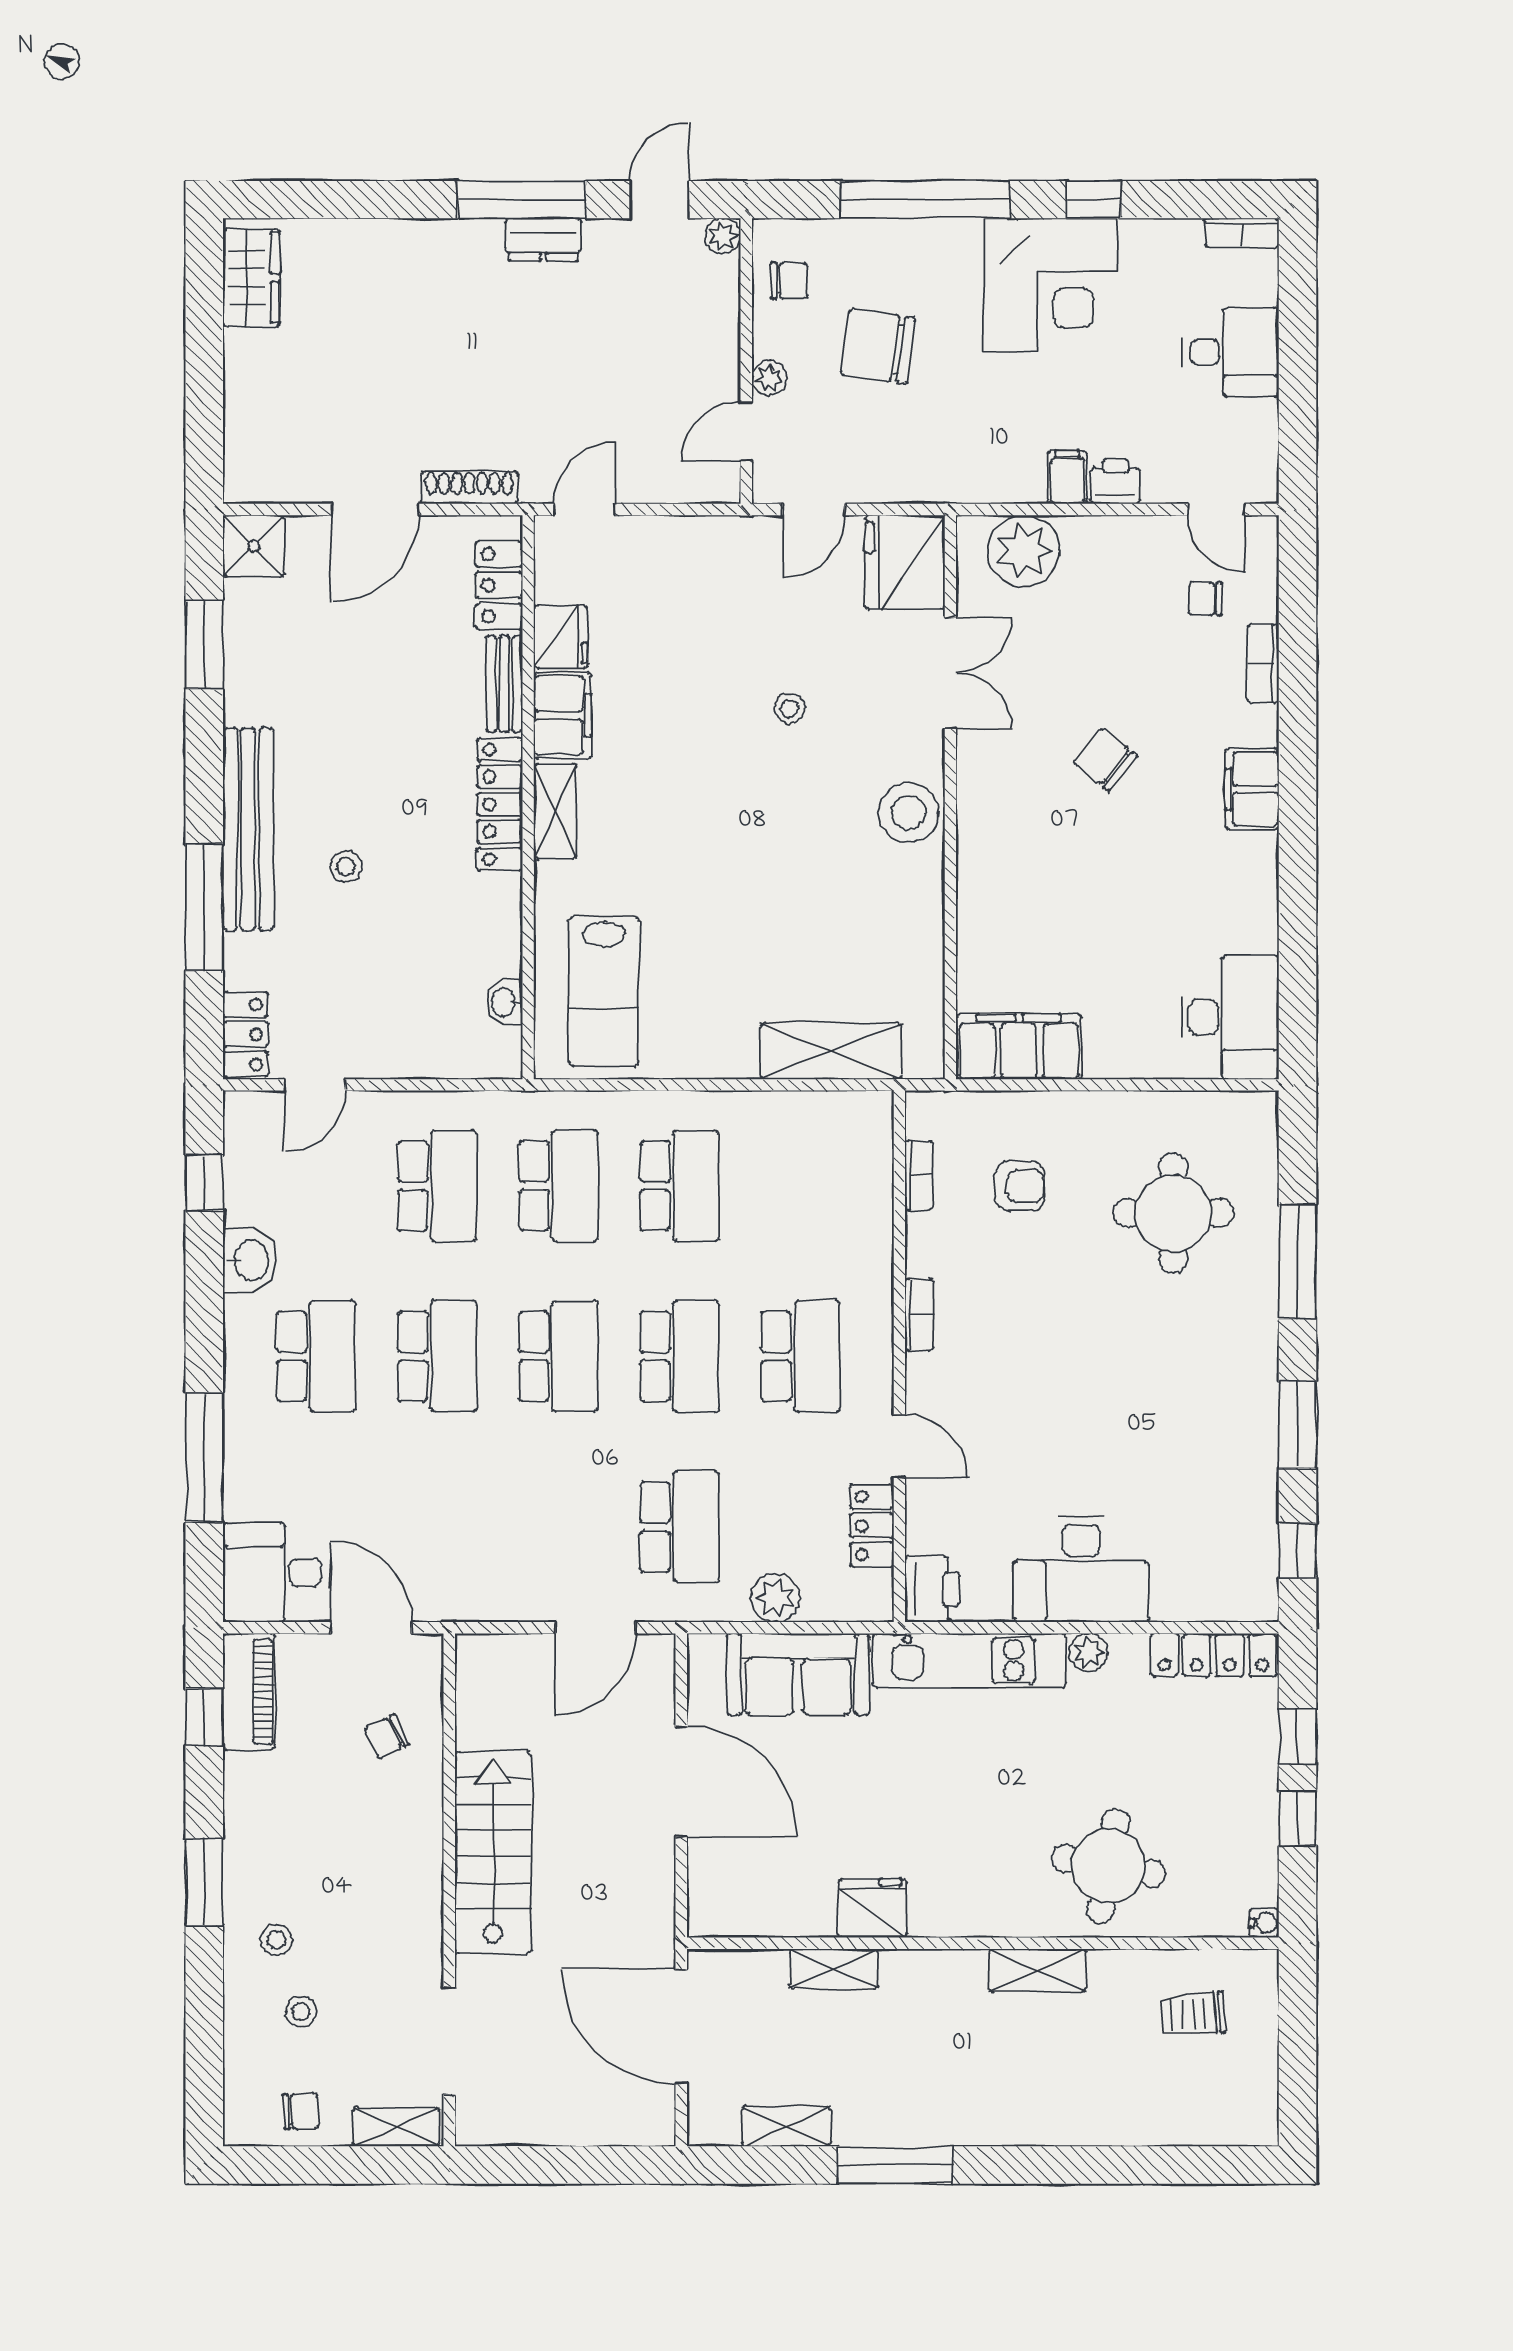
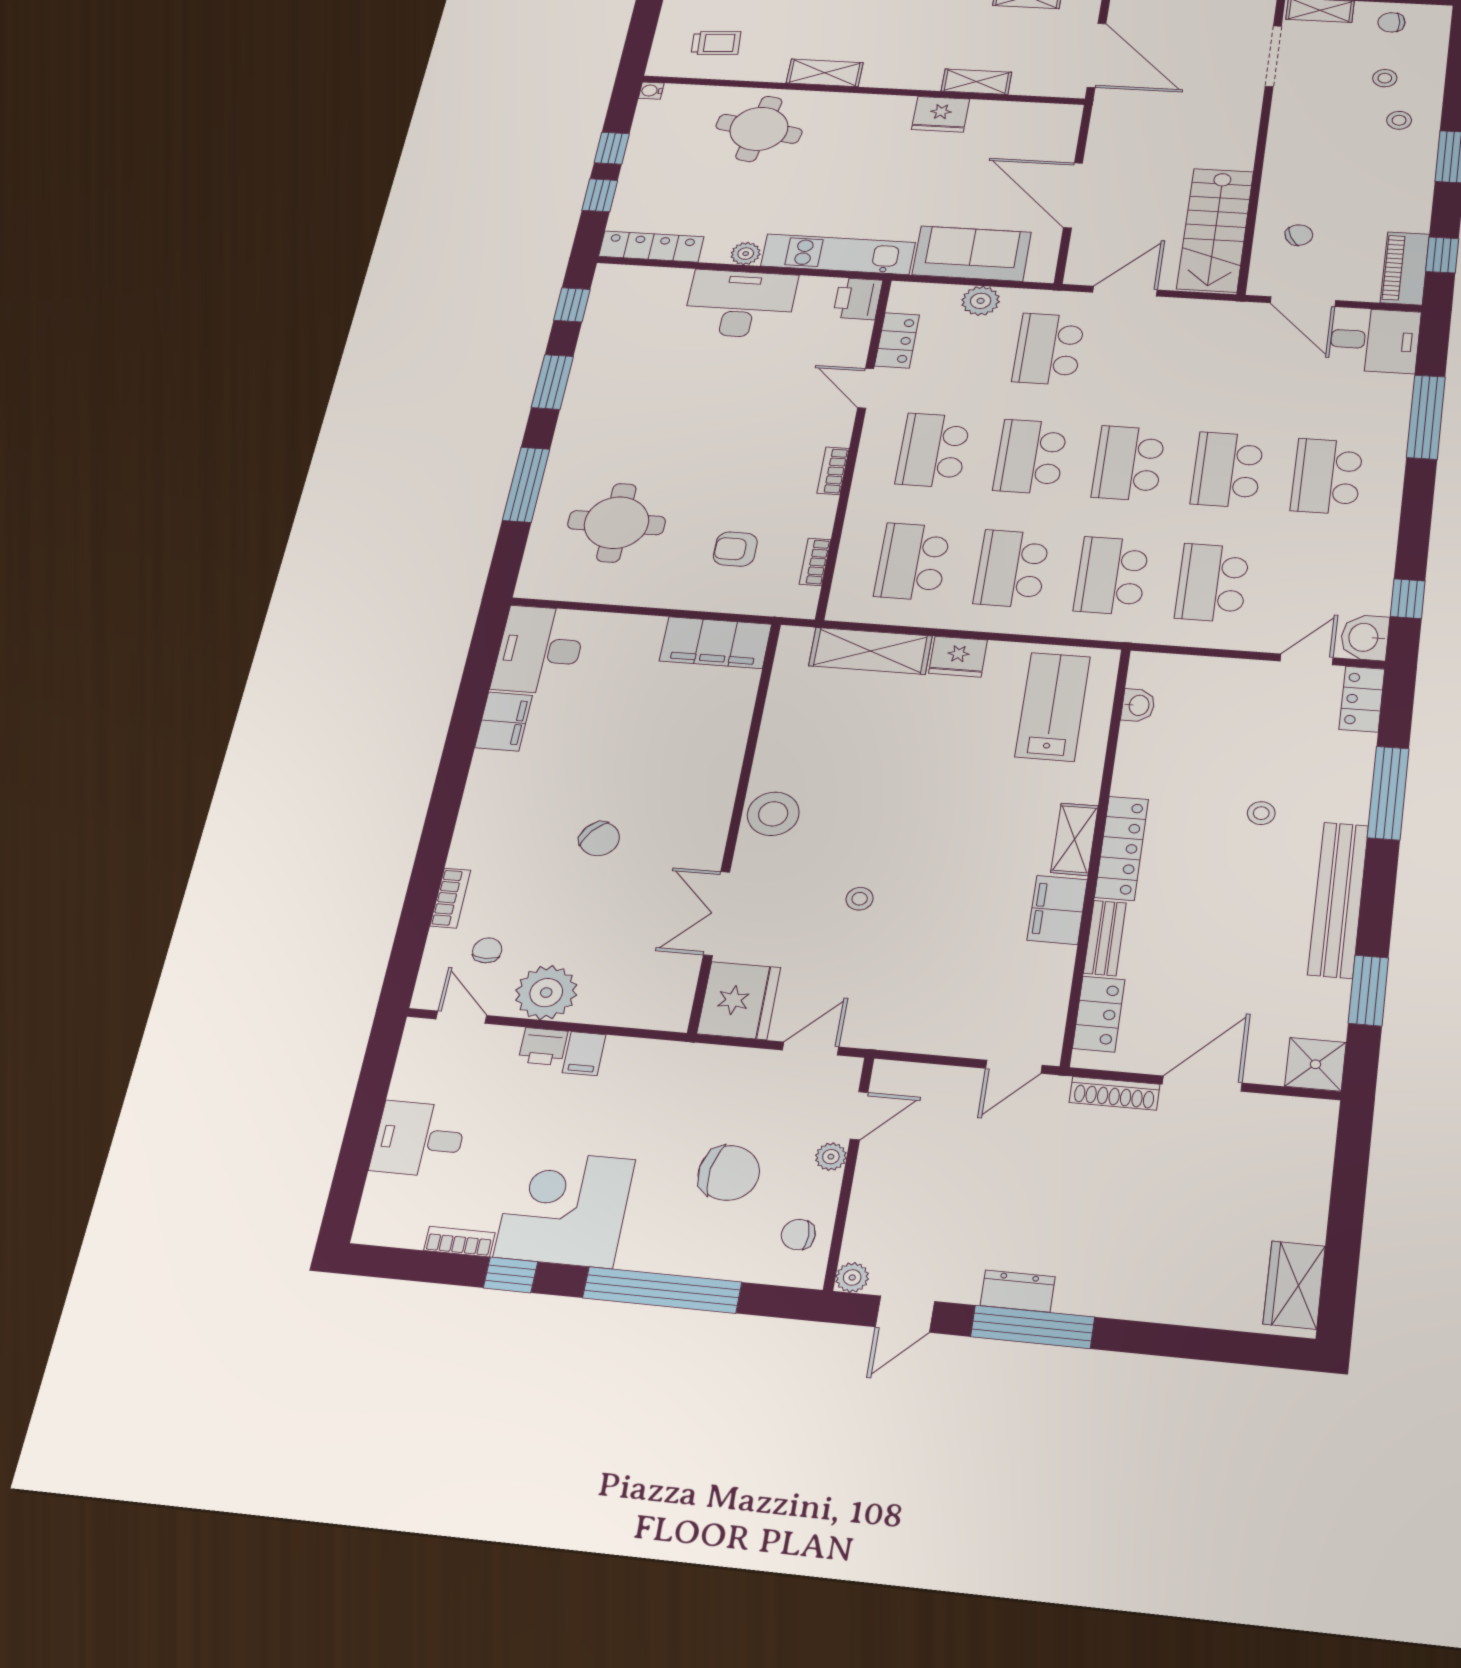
bookcase: (1242, 233) -> (459, 1242), moved
plant: (1024, 551) -> (546, 993), moved
chair: (1205, 599) -> (487, 950), turned -90
fridge: (561, 637) -> (958, 657), moved, turned -90
filing cabinet: (1252, 789) -> (504, 722), moved
bench: (248, 829) -> (1338, 900), moved
school desk: (801, 1186) -> (912, 562), added
washbasin: (250, 1260) -> (1365, 637), moved
stairs: (493, 1852) -> (1215, 230), moved

